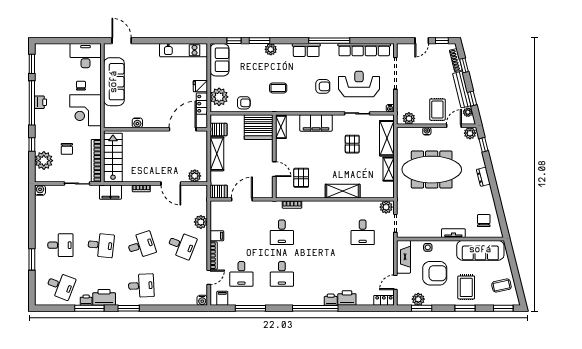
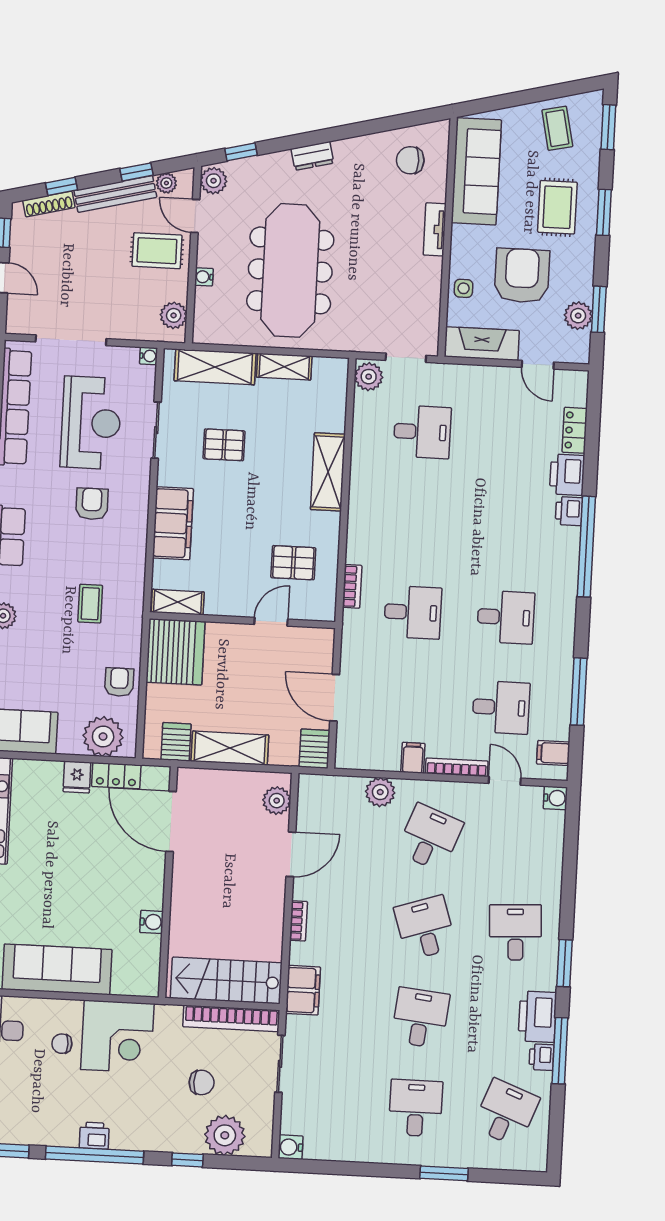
reception desk: (359, 84) -> (91, 423), turned 180
rug: (466, 287) -> (557, 207), turned 90
locker: (384, 300) -> (575, 430), moved

